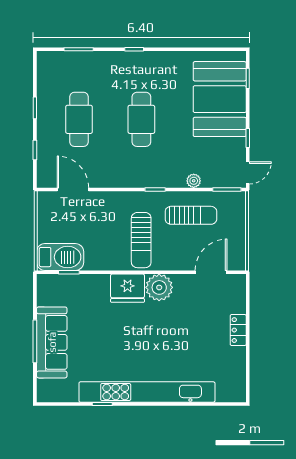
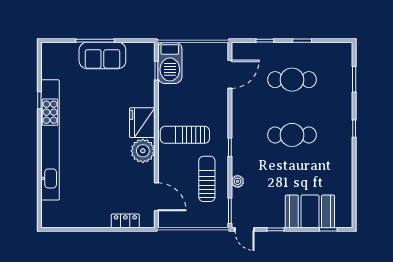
booth: (220, 99) -> (310, 211), width x0.73, depth x0.70
sun lounger: (191, 215) -> (207, 179), turned 180
locker: (238, 330) -> (125, 221), moved
sofa: (52, 342) -> (102, 55), width x0.73

